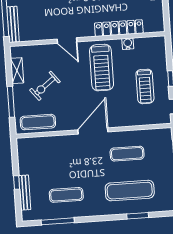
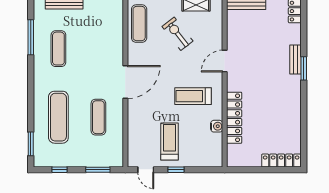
treadmill: (102, 68) -> (193, 96), width x0.73, depth x0.73
treadmill: (145, 86) -> (169, 141), turned 90
door: (93, 131) -> (125, 82), hinge flipped
window: (138, 216) -> (31, 144), moved

